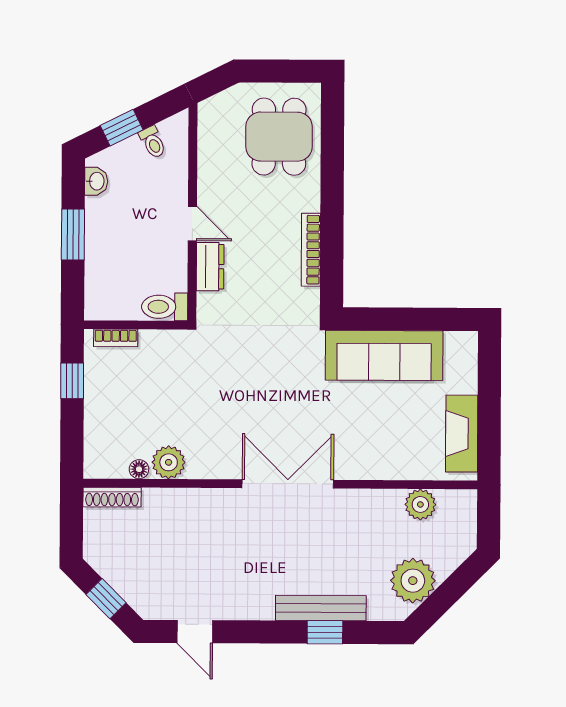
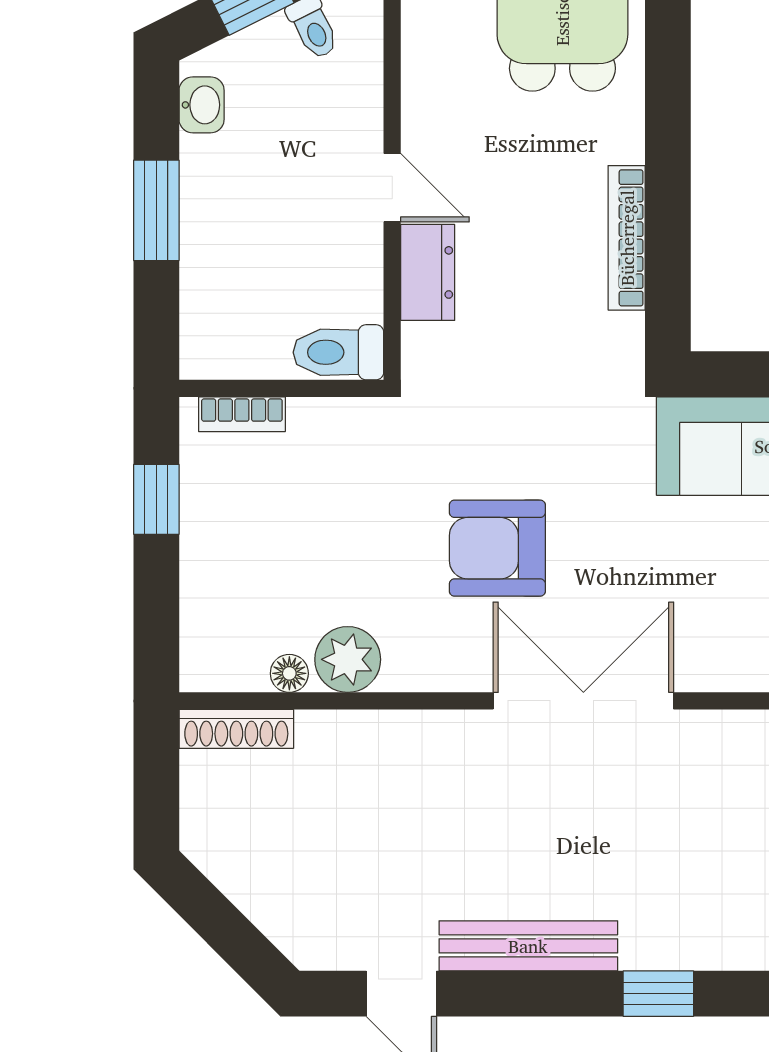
armchair: (245, 406) -> (497, 548), added
window: (106, 599) -> (225, 929), removed
bench: (321, 608) -> (528, 946), moved

